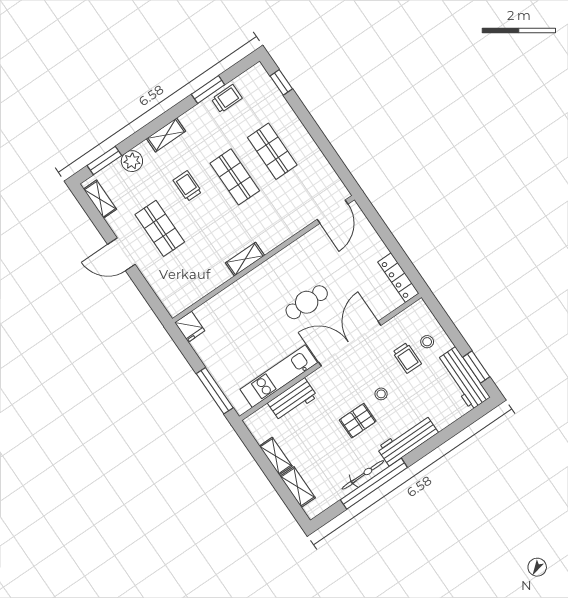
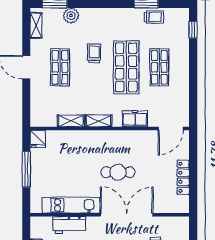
shelving: (166, 135) -> (71, 121), moved
shop shelf: (235, 177) -> (126, 67), width x1.43, depth x1.36
freezer: (284, 229) -> (135, 119), added
locker: (398, 278) -> (183, 177), moved
window: (215, 391) -> (26, 169), moved

